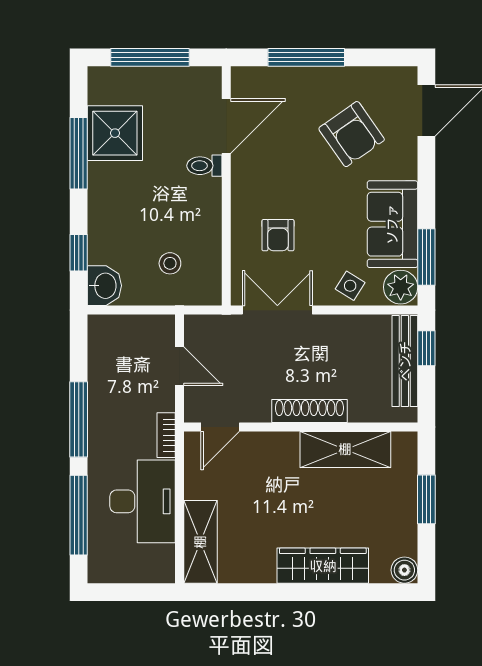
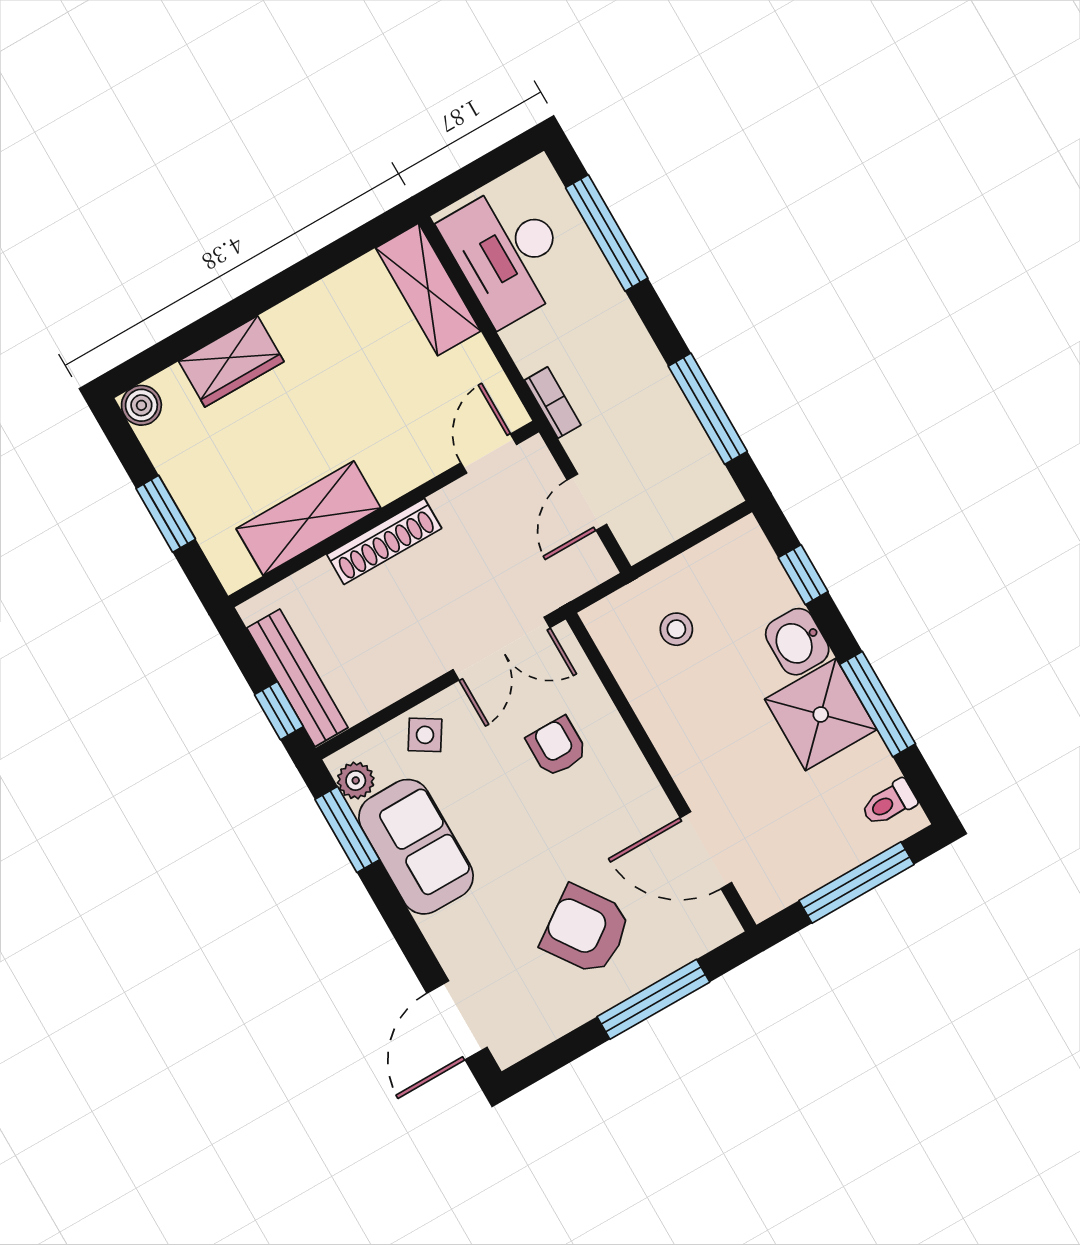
door: (226, 126) -> (706, 850), hinge flipped
shower: (115, 133) -> (821, 714), moved
armchair: (352, 134) -> (586, 930), moved
toilet: (204, 166) -> (889, 803), moved, turned 180
washbasin: (104, 286) -> (797, 642), moved
plant: (401, 287) -> (356, 780), width x0.73, depth x0.73
door: (180, 366) -> (587, 502), hinge flipped
window: (79, 419) -> (708, 409), moved
desk: (143, 501) -> (508, 253), moved
wardrobe: (323, 566) -> (231, 361), width x0.67

